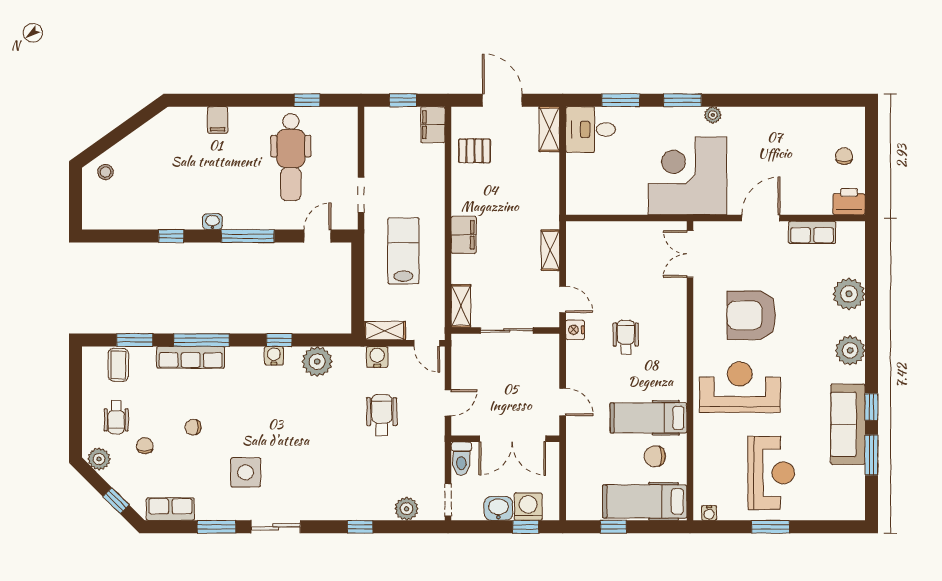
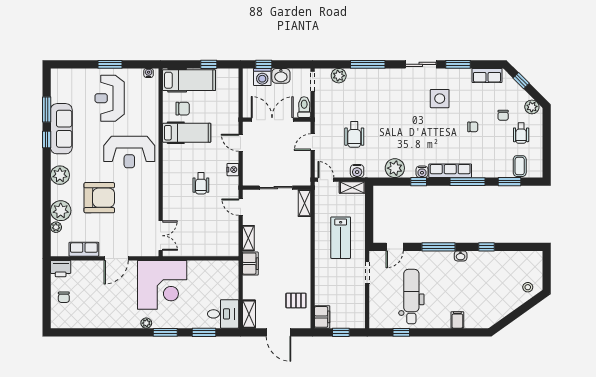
filing cabinet: (464, 235) -> (250, 264), moved, turned 180
plant: (856, 268) -> (56, 227), added
armchair: (751, 315) -> (99, 198), moved
nightstand: (575, 330) -> (233, 170), moved
row of seats: (191, 357) -> (450, 171), moved
wheelchair: (116, 417) -> (521, 133), turned 180
window: (360, 527) -> (368, 64), width x2.17

